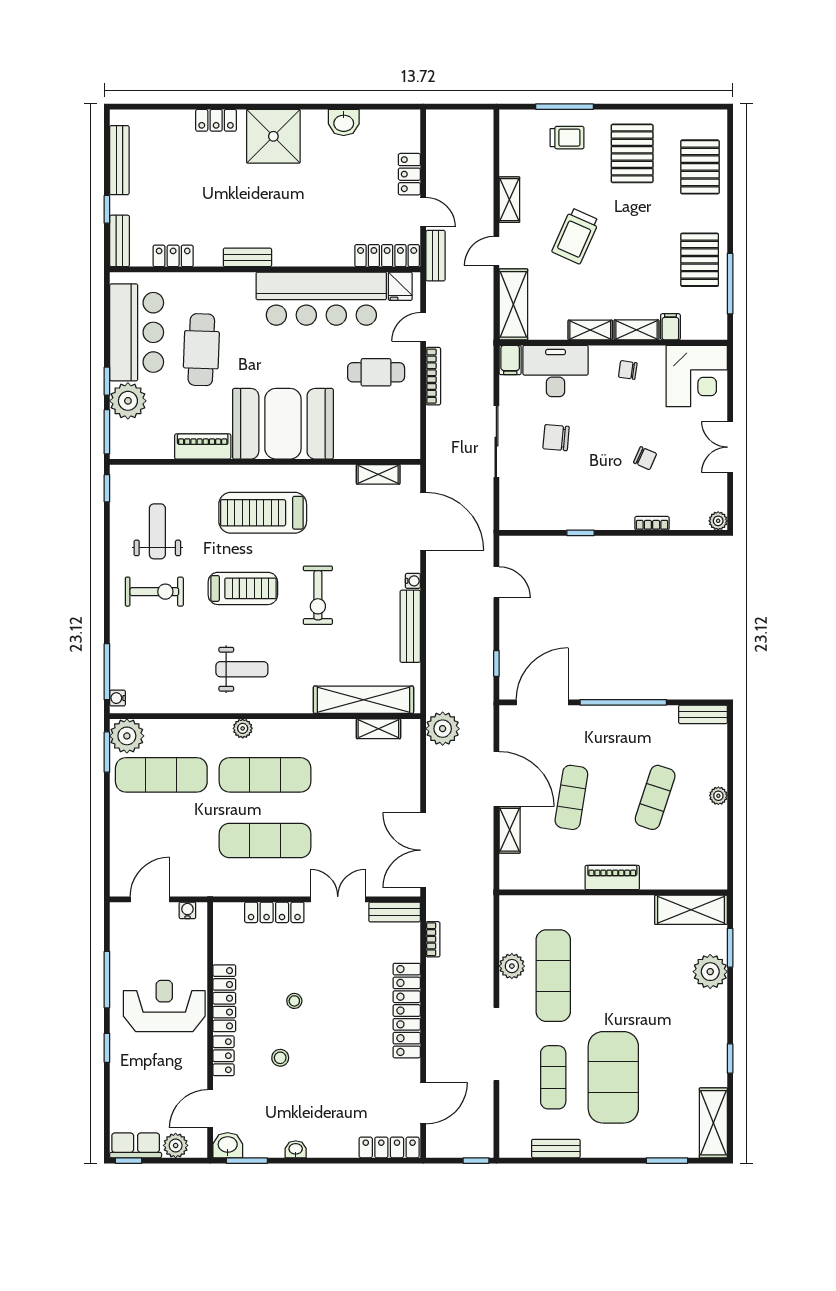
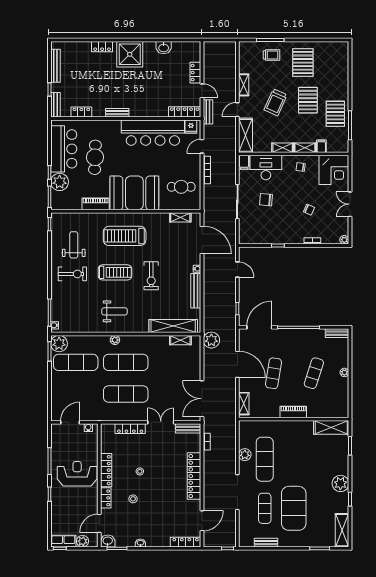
pallet: (700, 167) -> (308, 100), moved
cafe table: (376, 372) -> (181, 187), moved
shelving: (510, 830) -> (244, 404), moved
plant: (710, 972) -> (340, 483), moved

